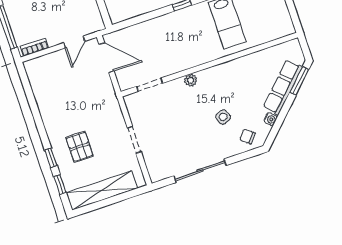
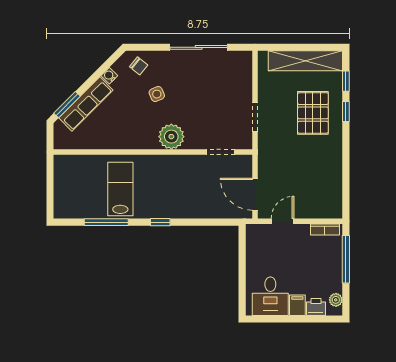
plant: (191, 80) -> (171, 137), width x1.87, depth x1.87
doorway: (134, 140) -> (255, 117), moved
pallet: (80, 147) -> (313, 113), width x1.50, depth x1.42

